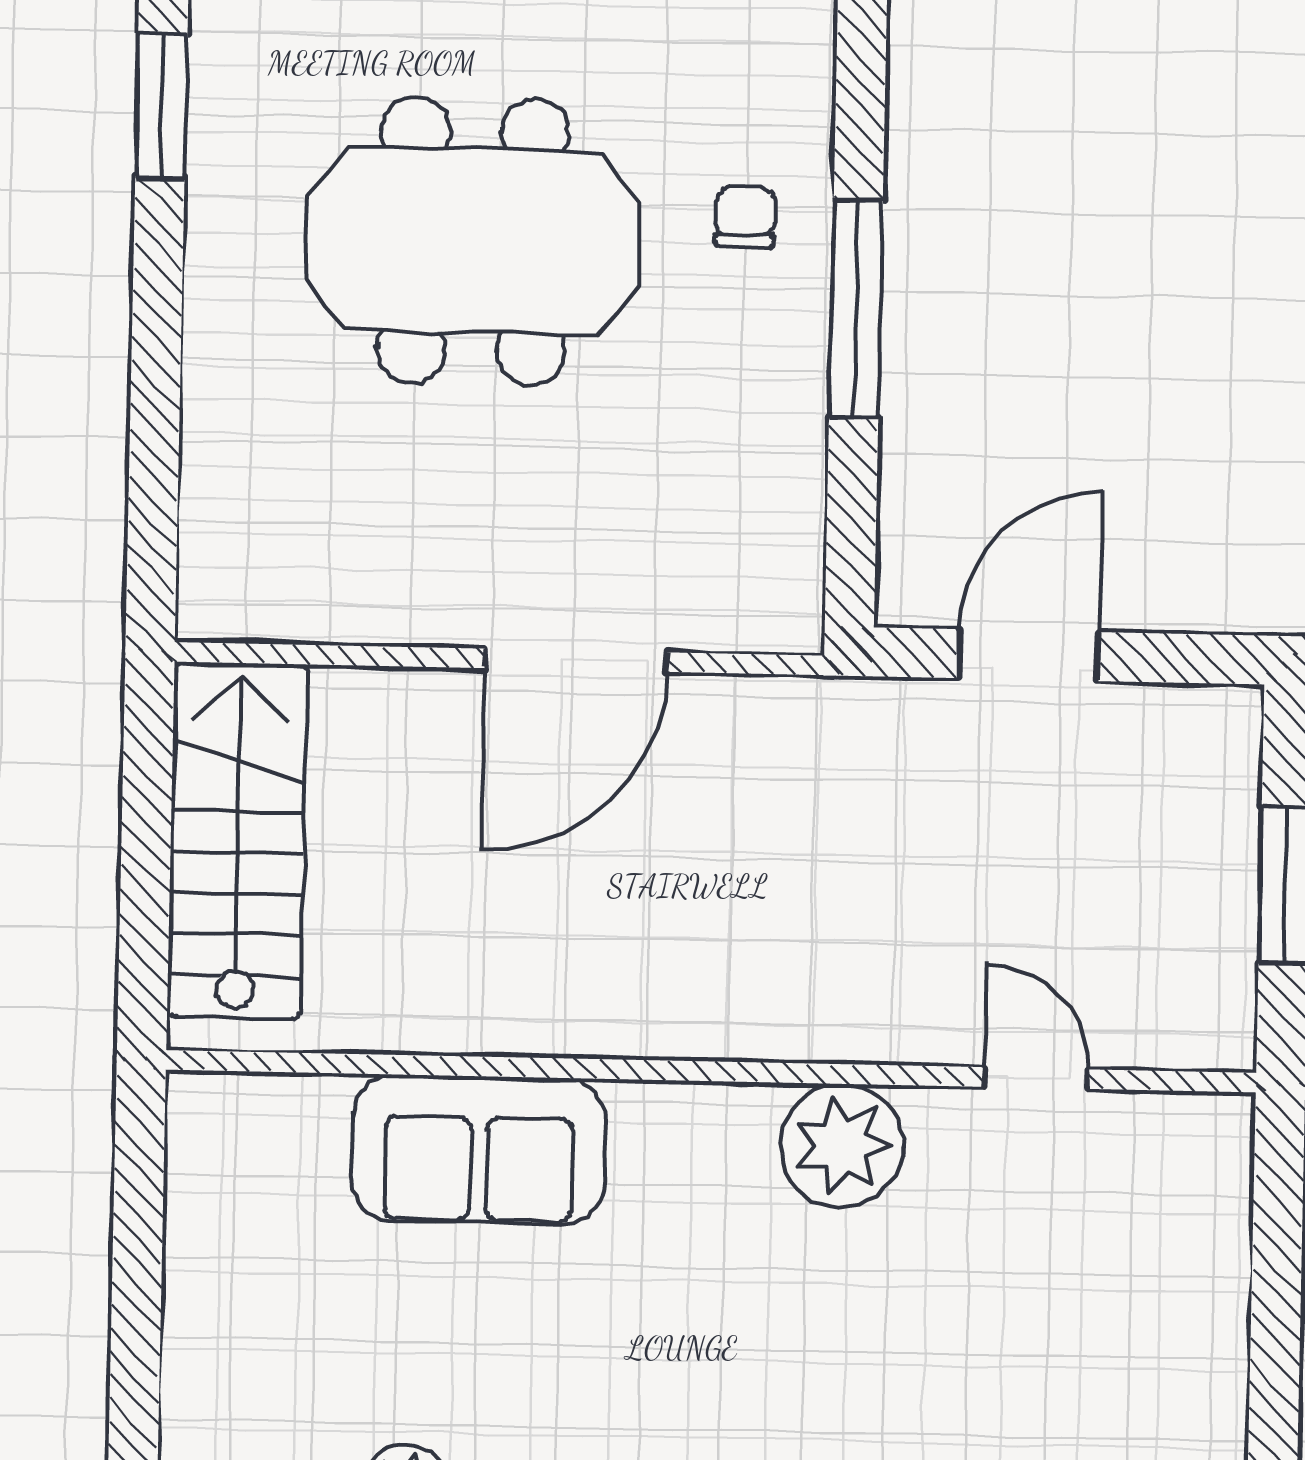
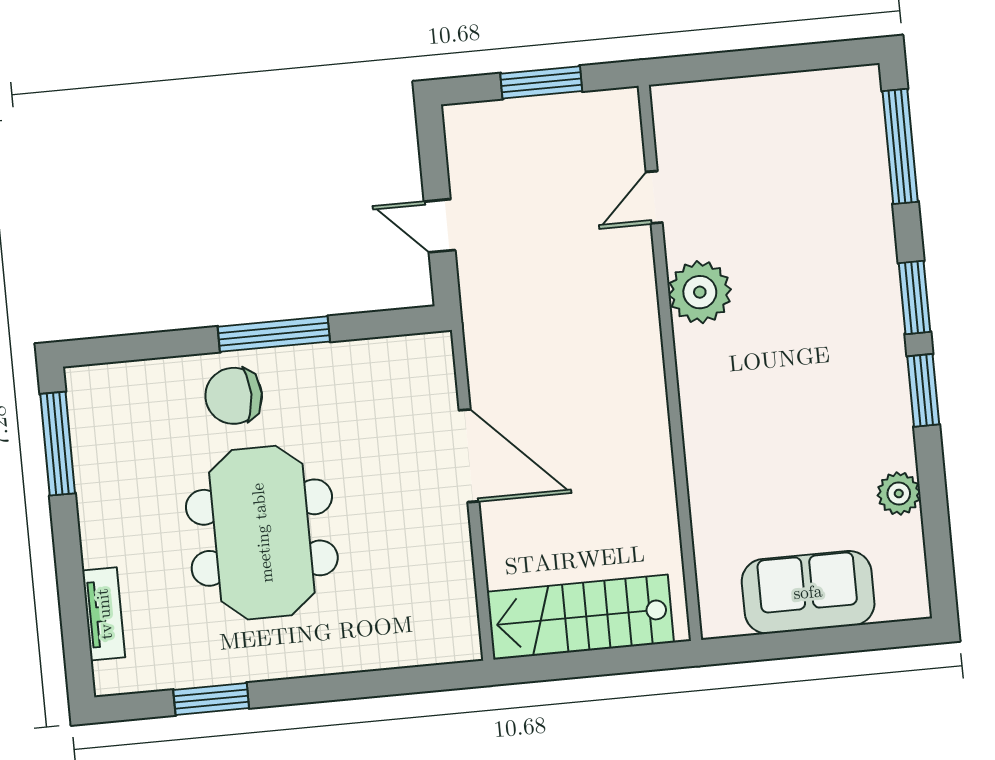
chair: (745, 217) -> (234, 396), width x1.87, depth x1.87
door: (1029, 655) -> (440, 226), width x0.73
sofa: (479, 1150) -> (808, 592), moved, turned -90

